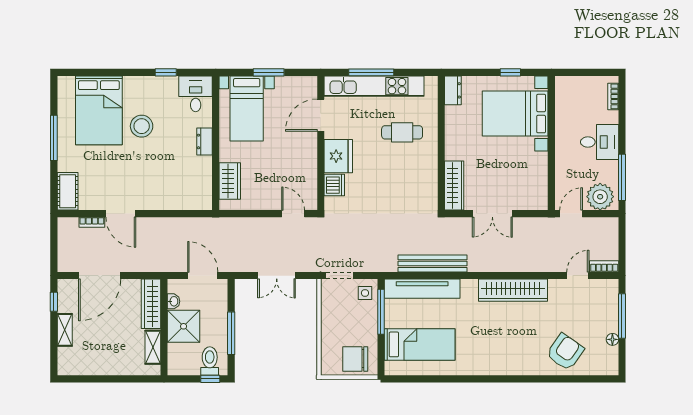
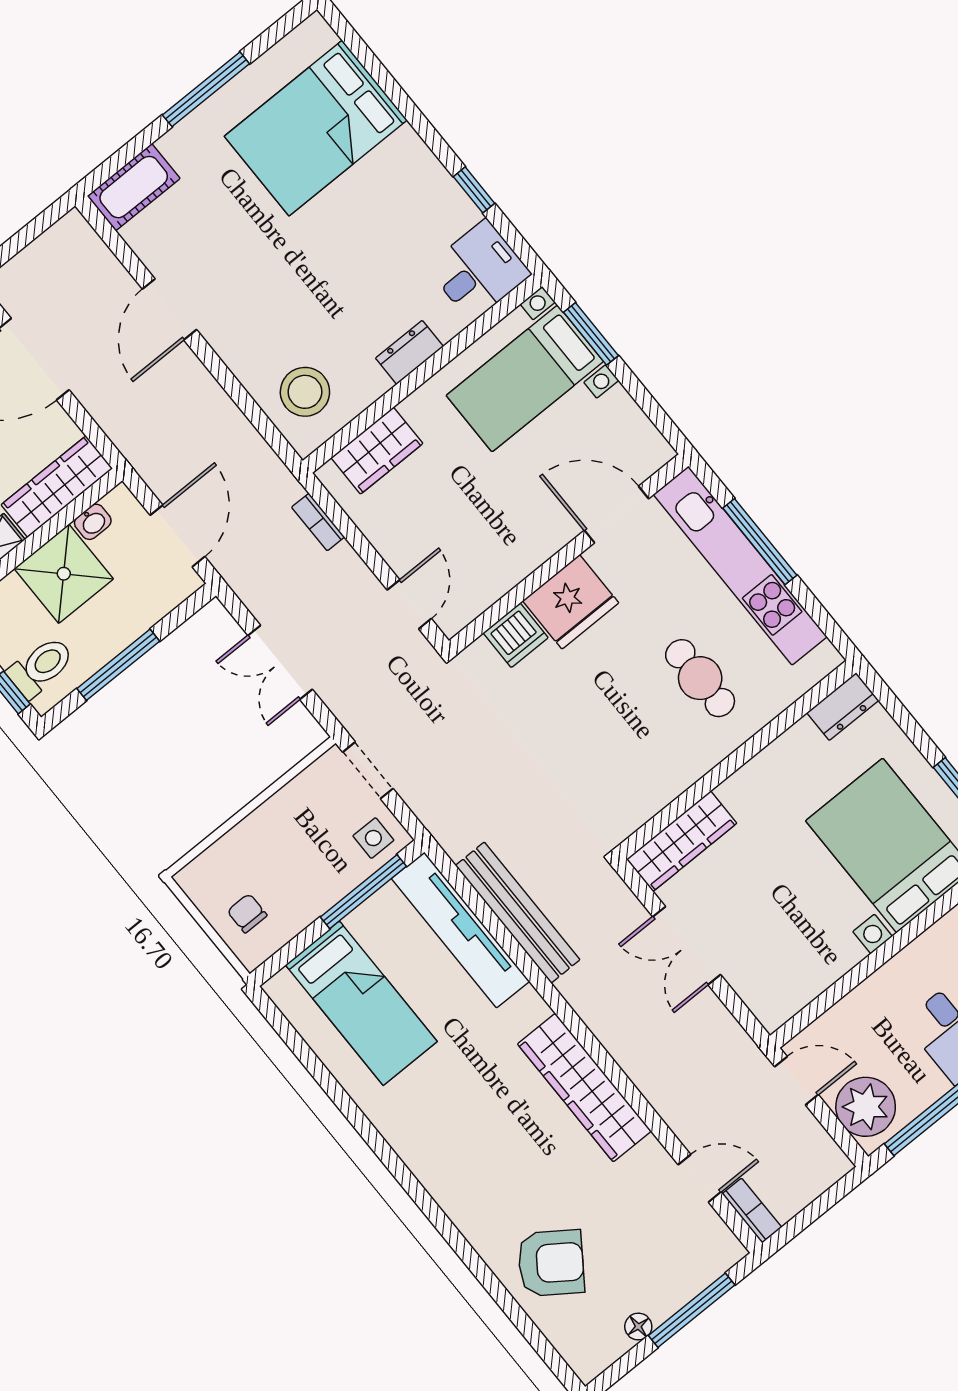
window: (269, 72) -> (591, 334), moved
stool: (142, 126) -> (305, 392), moved
bookcase: (92, 222) -> (318, 522), moved
chair: (355, 359) -> (247, 913), width x0.54, depth x0.54

